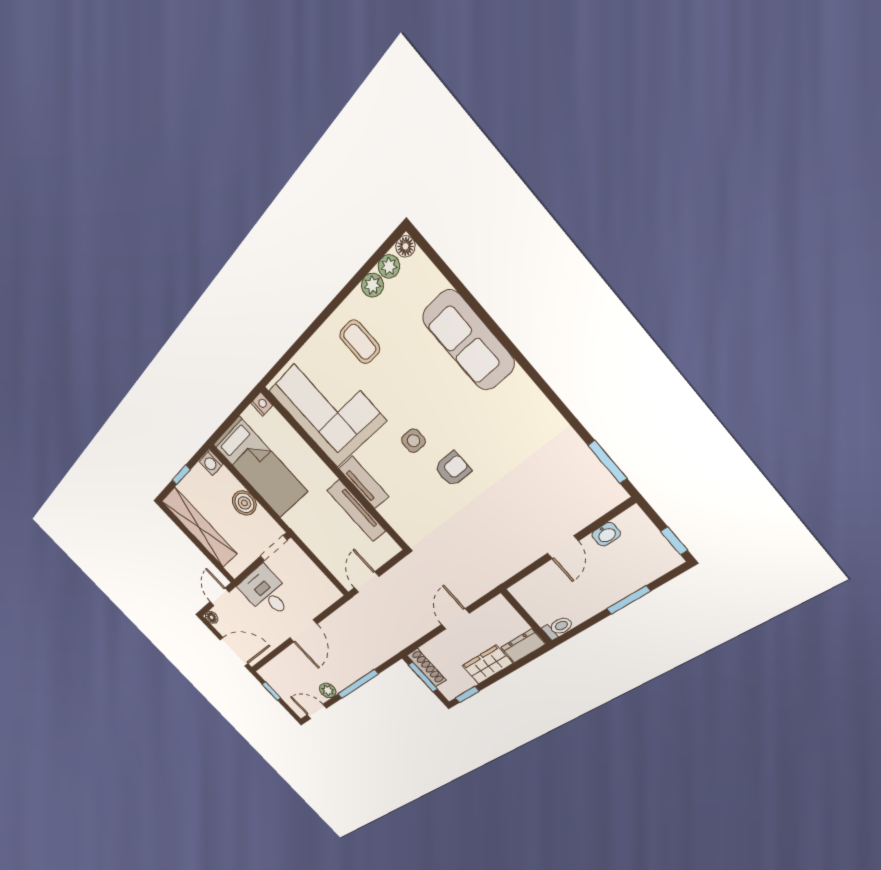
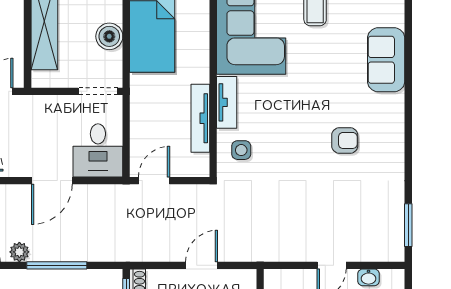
sofa: (468, 341) -> (386, 60), width x0.73
side table: (413, 441) -> (241, 150), moved
armchair: (453, 469) -> (345, 140), moved
desk: (266, 592) -> (98, 150), moved, turned 180

